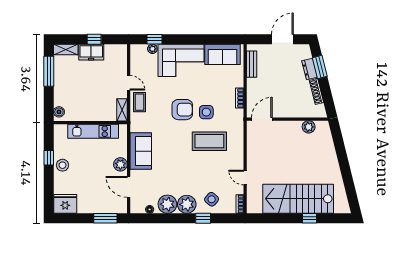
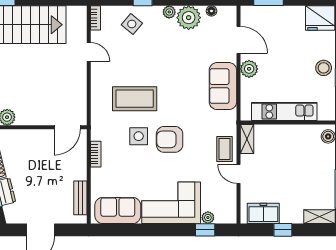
freezer: (91, 52) -> (263, 213), moved
plant: (187, 204) -> (169, 12), width x0.53, depth x0.53

